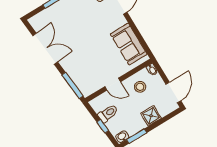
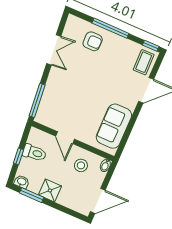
armchair: (58, 17) -> (93, 41), added
double door: (45, 49) -> (54, 50), width x0.73
shower: (151, 116) -> (50, 190), moved

